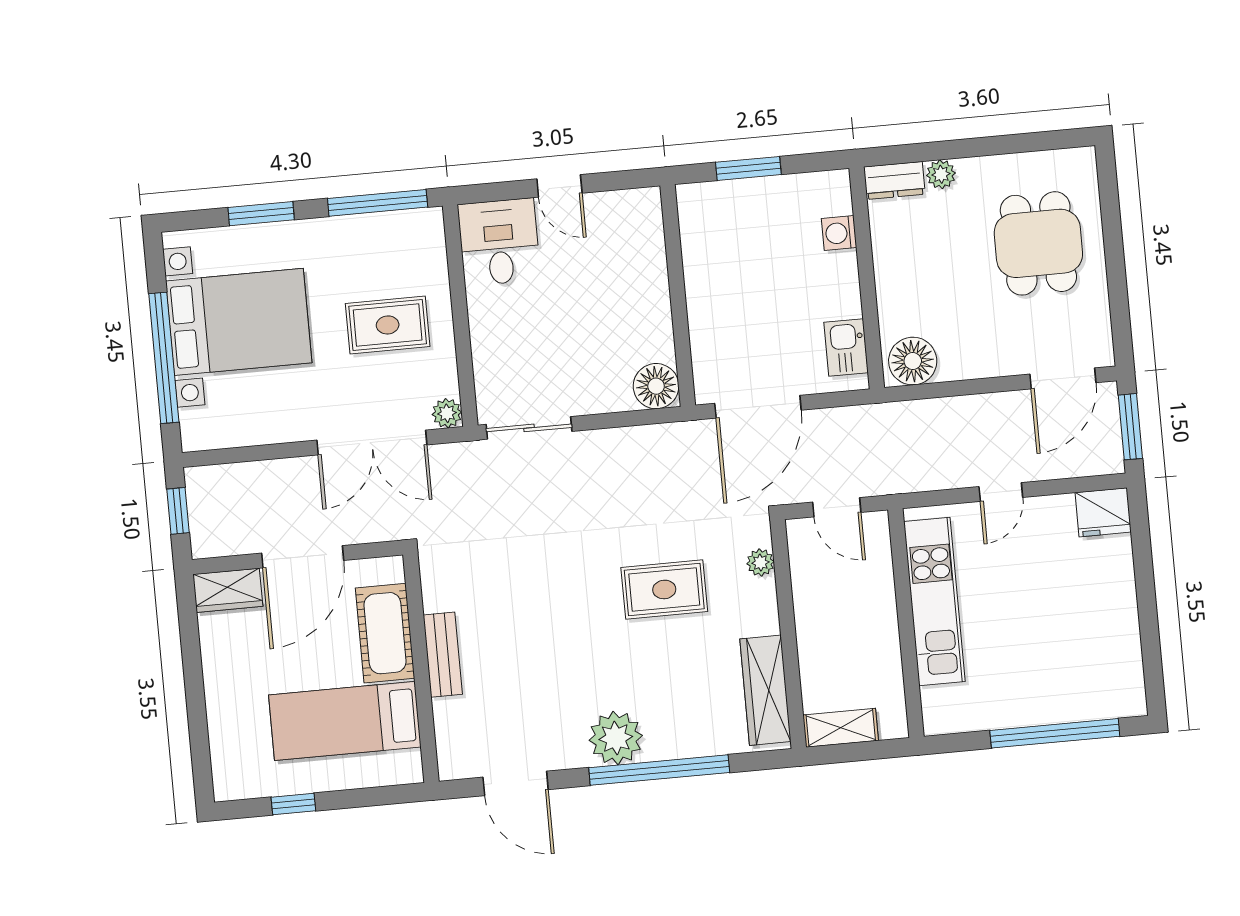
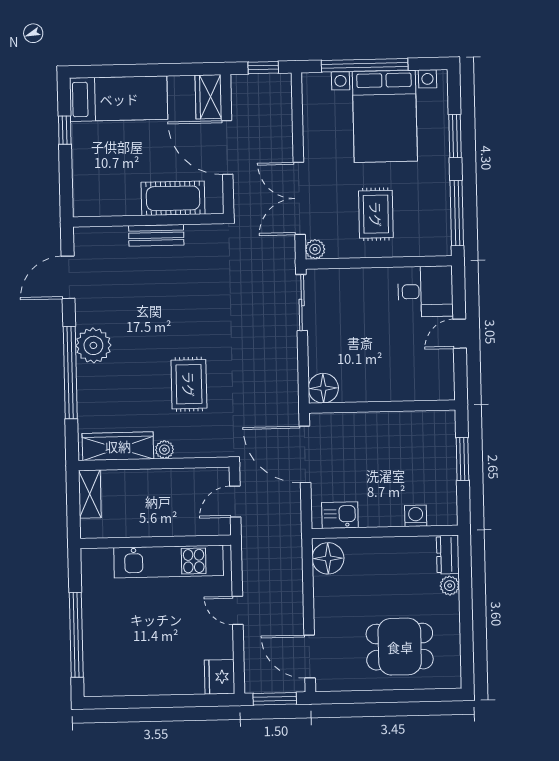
plant: (760, 563) -> (164, 450), moved
bed: (345, 721) -> (119, 99), moved, turned 90

